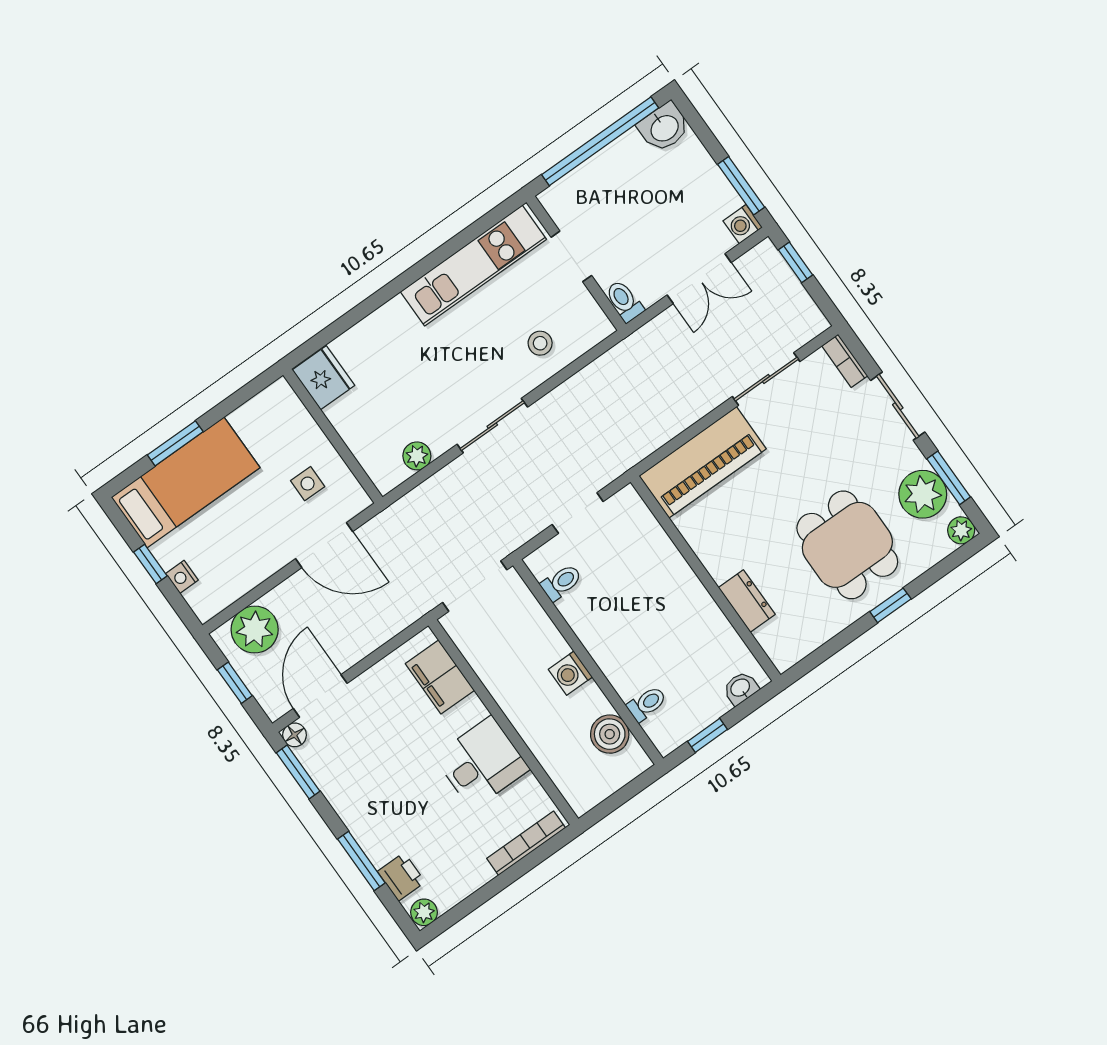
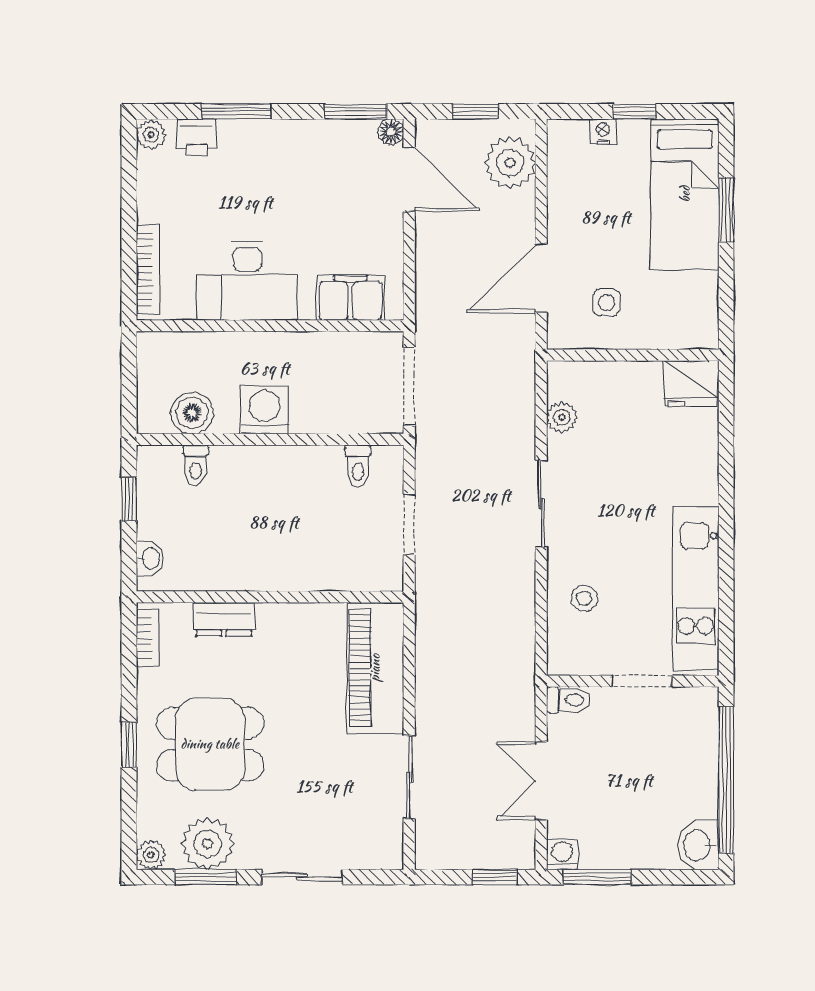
bookcase: (845, 361) -> (148, 638), moved, turned 90
washing machine: (570, 673) -> (265, 410), width x1.38, depth x1.38
desk: (482, 763) -> (247, 281), width x1.37

